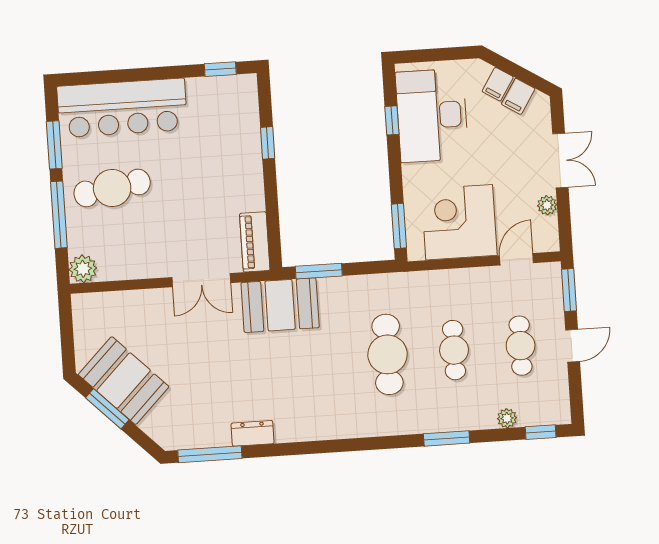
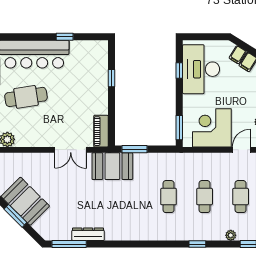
window: (220, 69) -> (65, 37), moved
cafe table: (387, 354) -> (169, 197), width x0.73, depth x0.74
dresser: (253, 433) -> (88, 234), width x1.44
window: (447, 438) -> (197, 244), width x0.67

